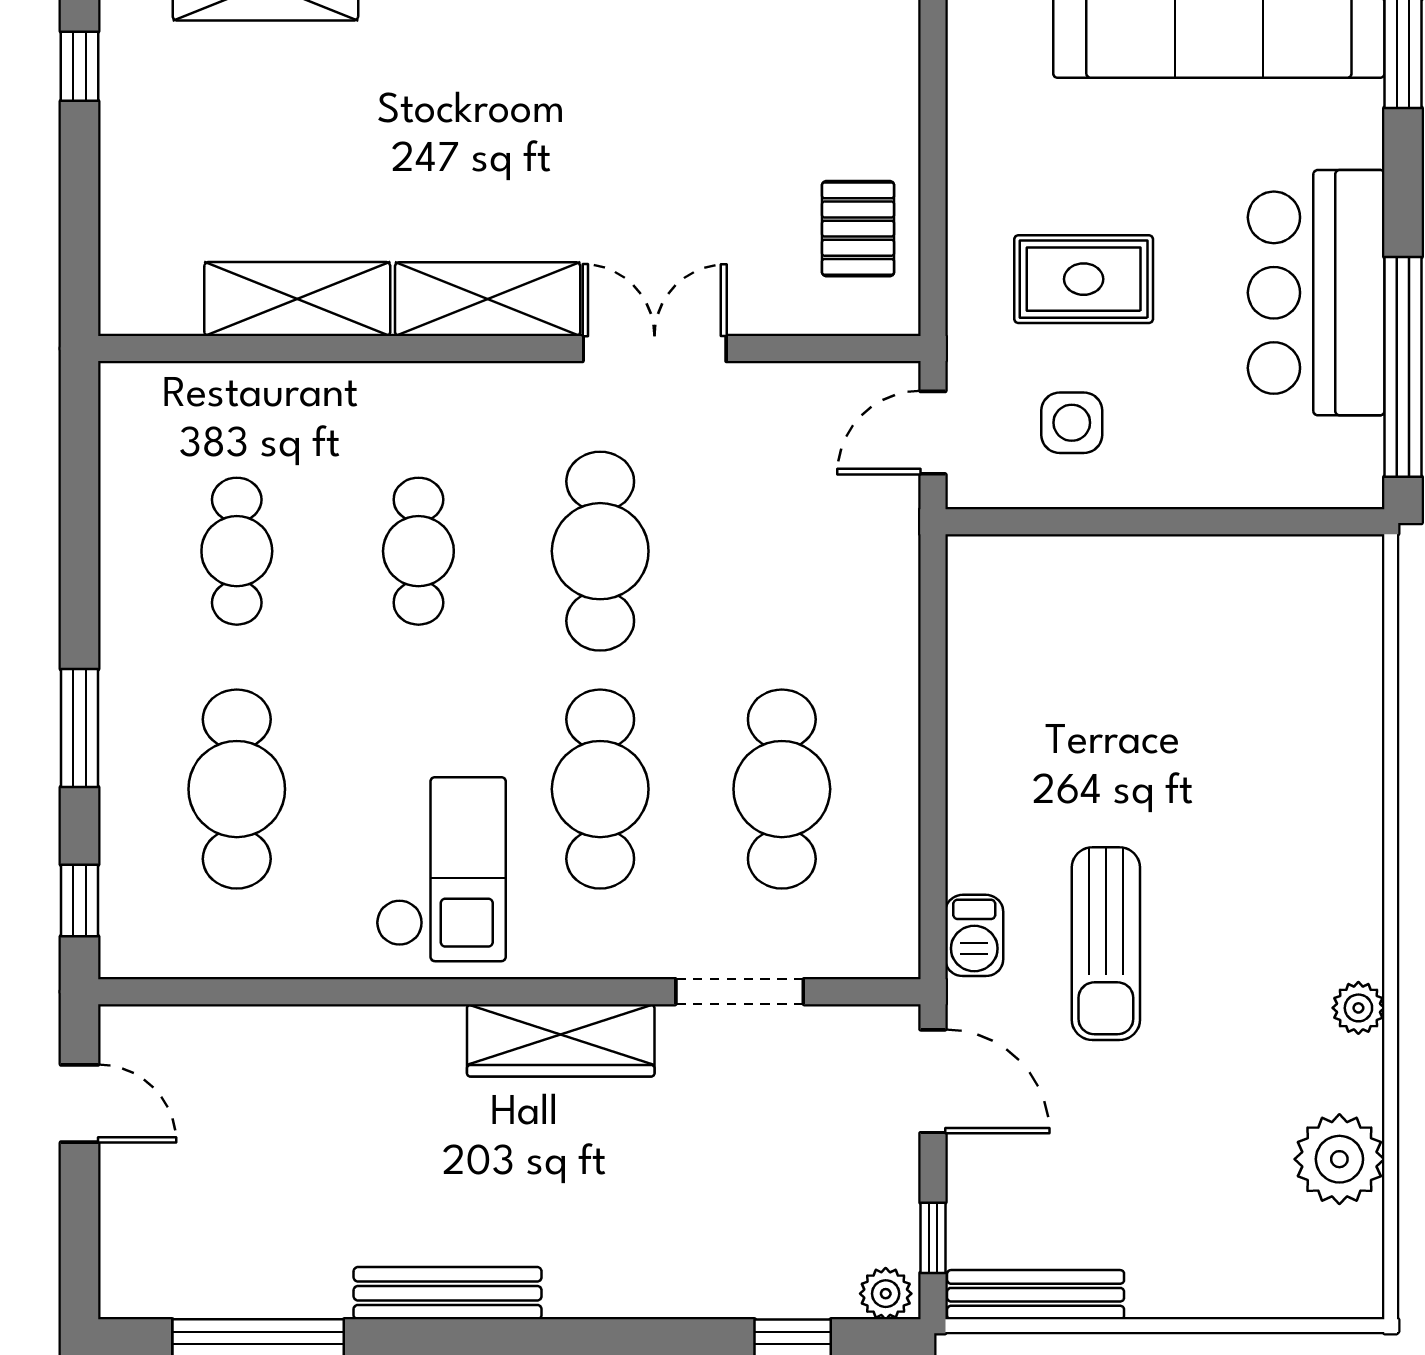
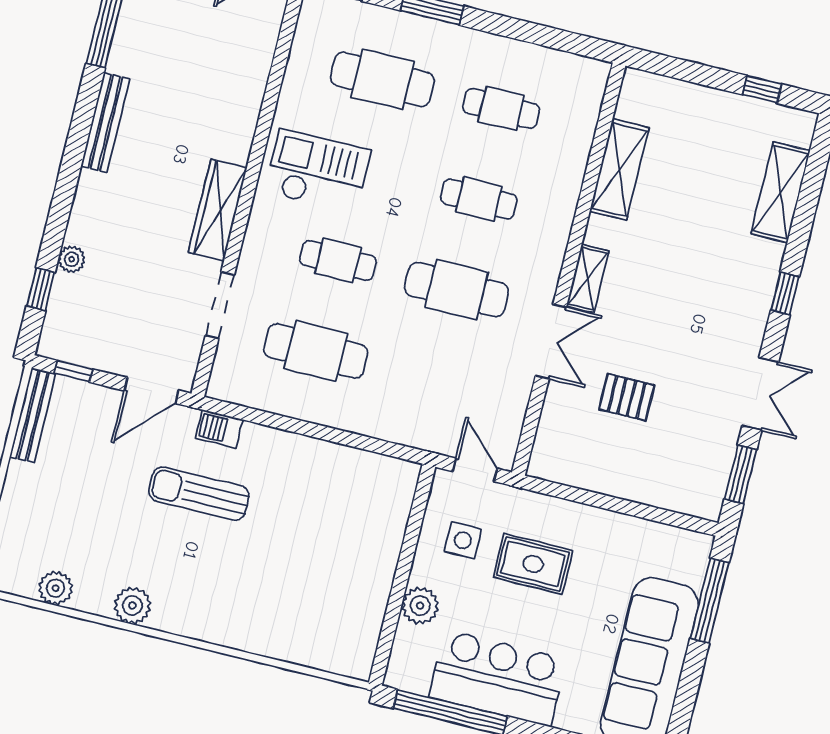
pallet: (858, 229) -> (627, 397), moved
rug: (1084, 279) -> (533, 564), turned 90
shelving: (488, 299) -> (588, 279), width x0.67, depth x0.75
plant: (1215, 473) -> (420, 606), added
cafe table: (600, 789) -> (338, 260), width x0.73, depth x0.74
checkout: (441, 869) -> (318, 171), turned 180
plant: (1358, 1008) -> (132, 606), width x1.38, depth x1.38
plant: (1339, 1159) -> (56, 588), width x0.73, depth x0.73
plant: (886, 1294) -> (72, 259), moved

